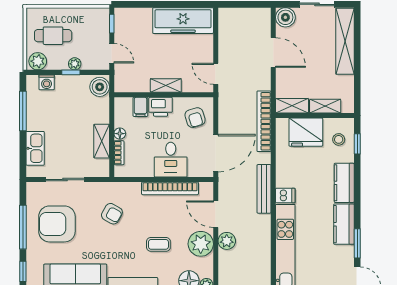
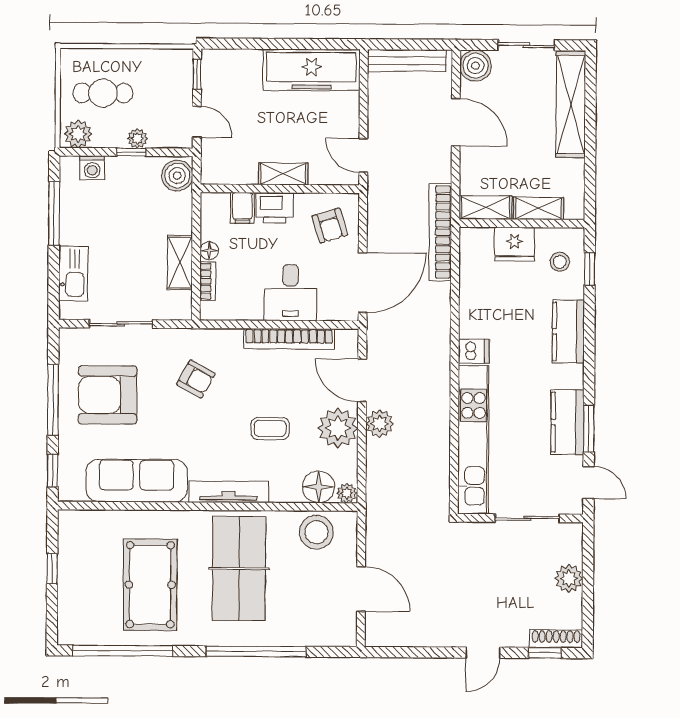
fridge: (306, 132) -> (514, 244), width x0.73, depth x0.75
bench: (264, 189) -> (407, 61), moved, turned 90
kitchen counter: (344, 224) -> (567, 422), moved

